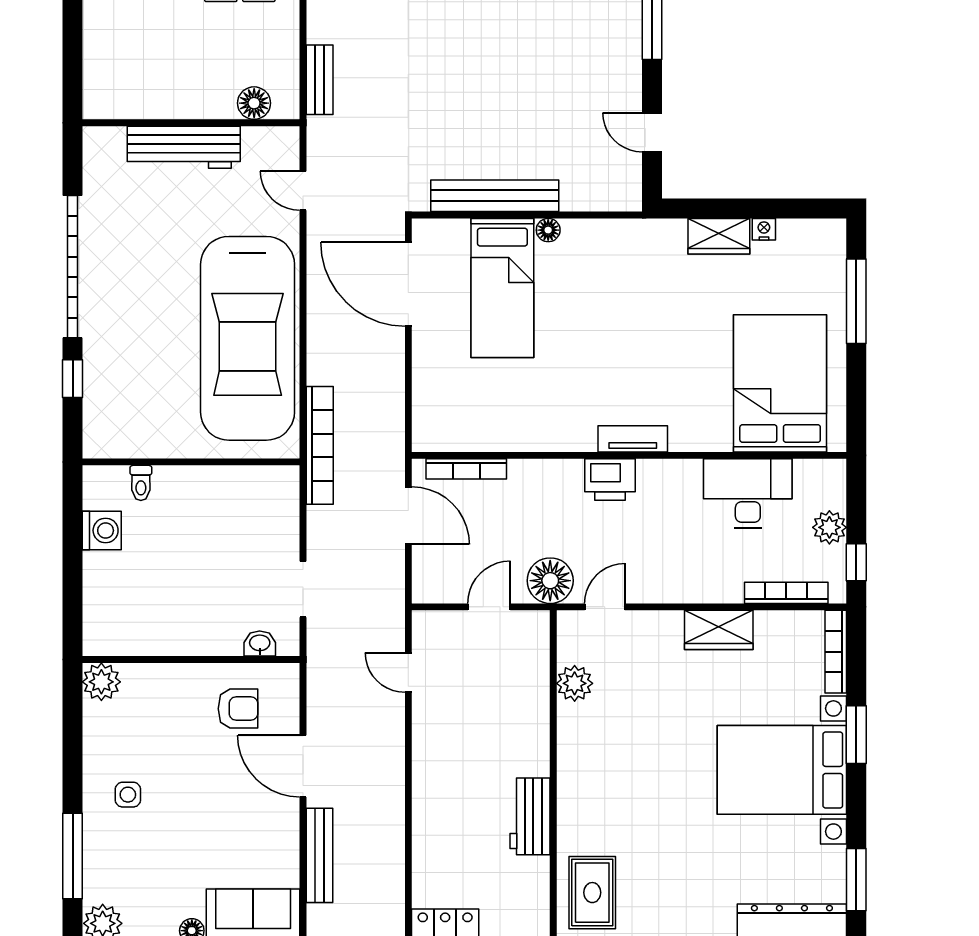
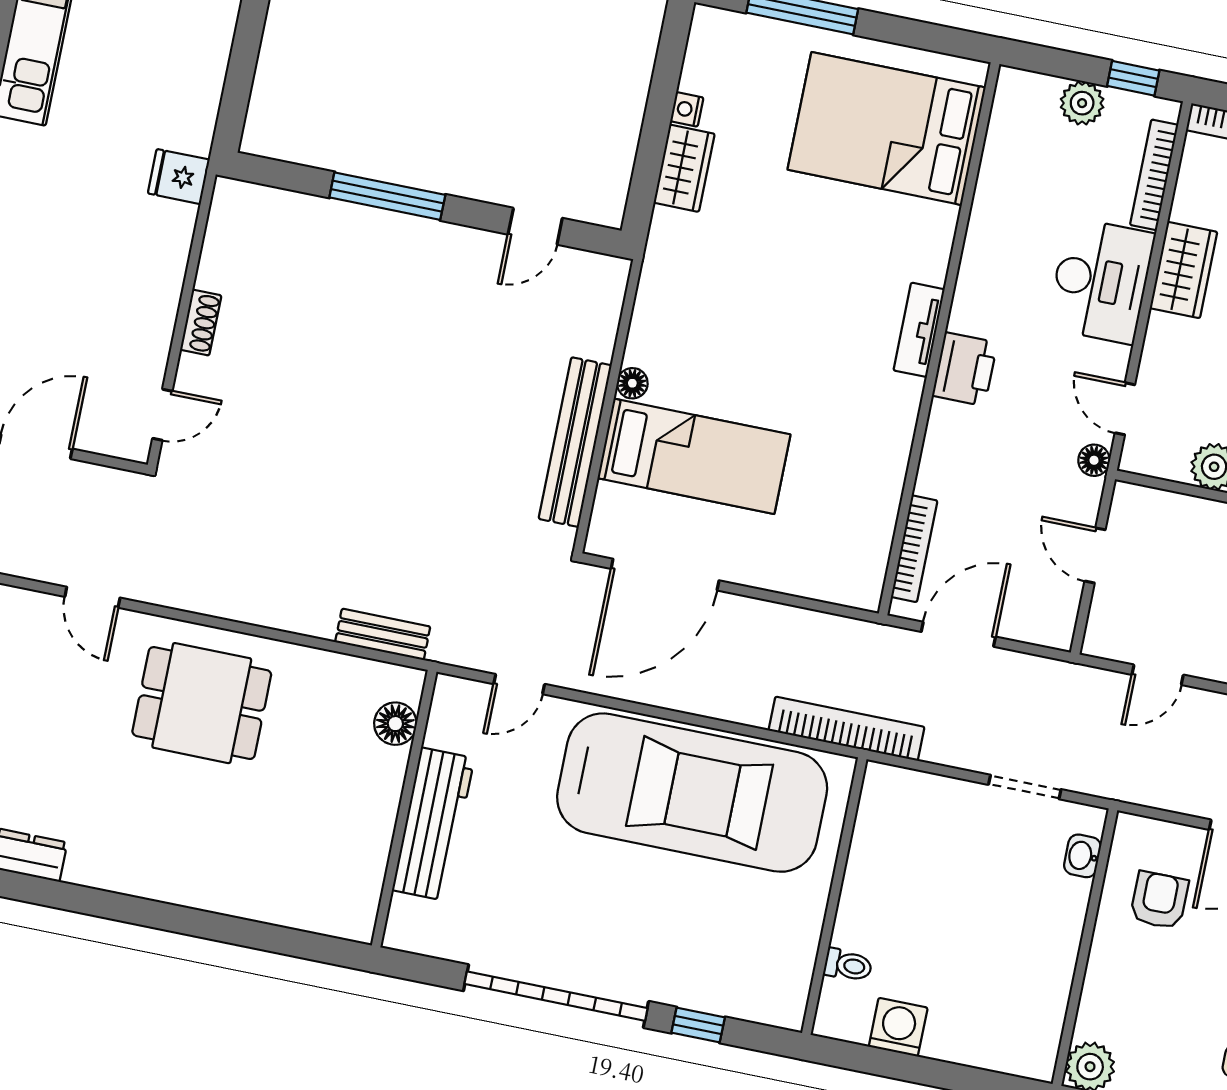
desk: (748, 493) -> (1101, 281), moved, turned 180
floor lamp: (550, 581) -> (1094, 460), width x0.53, depth x0.53

